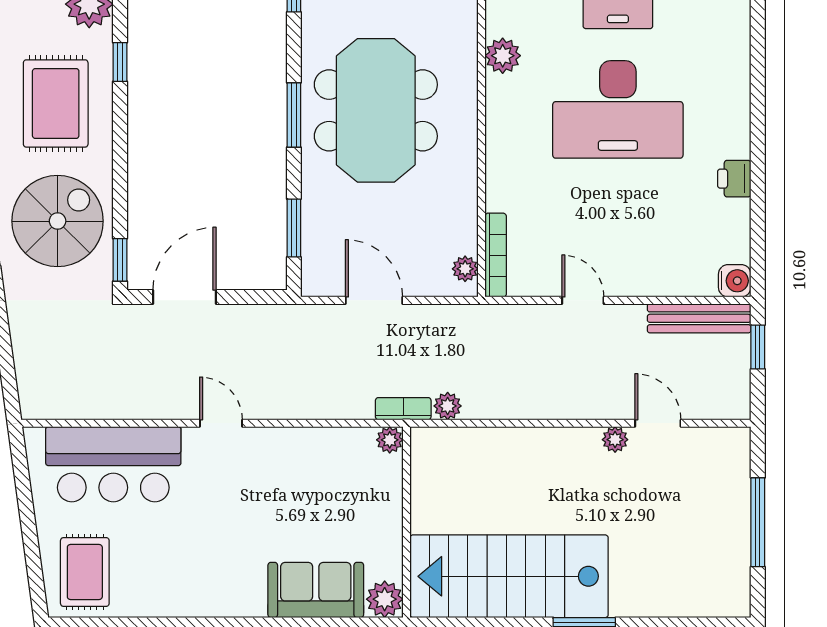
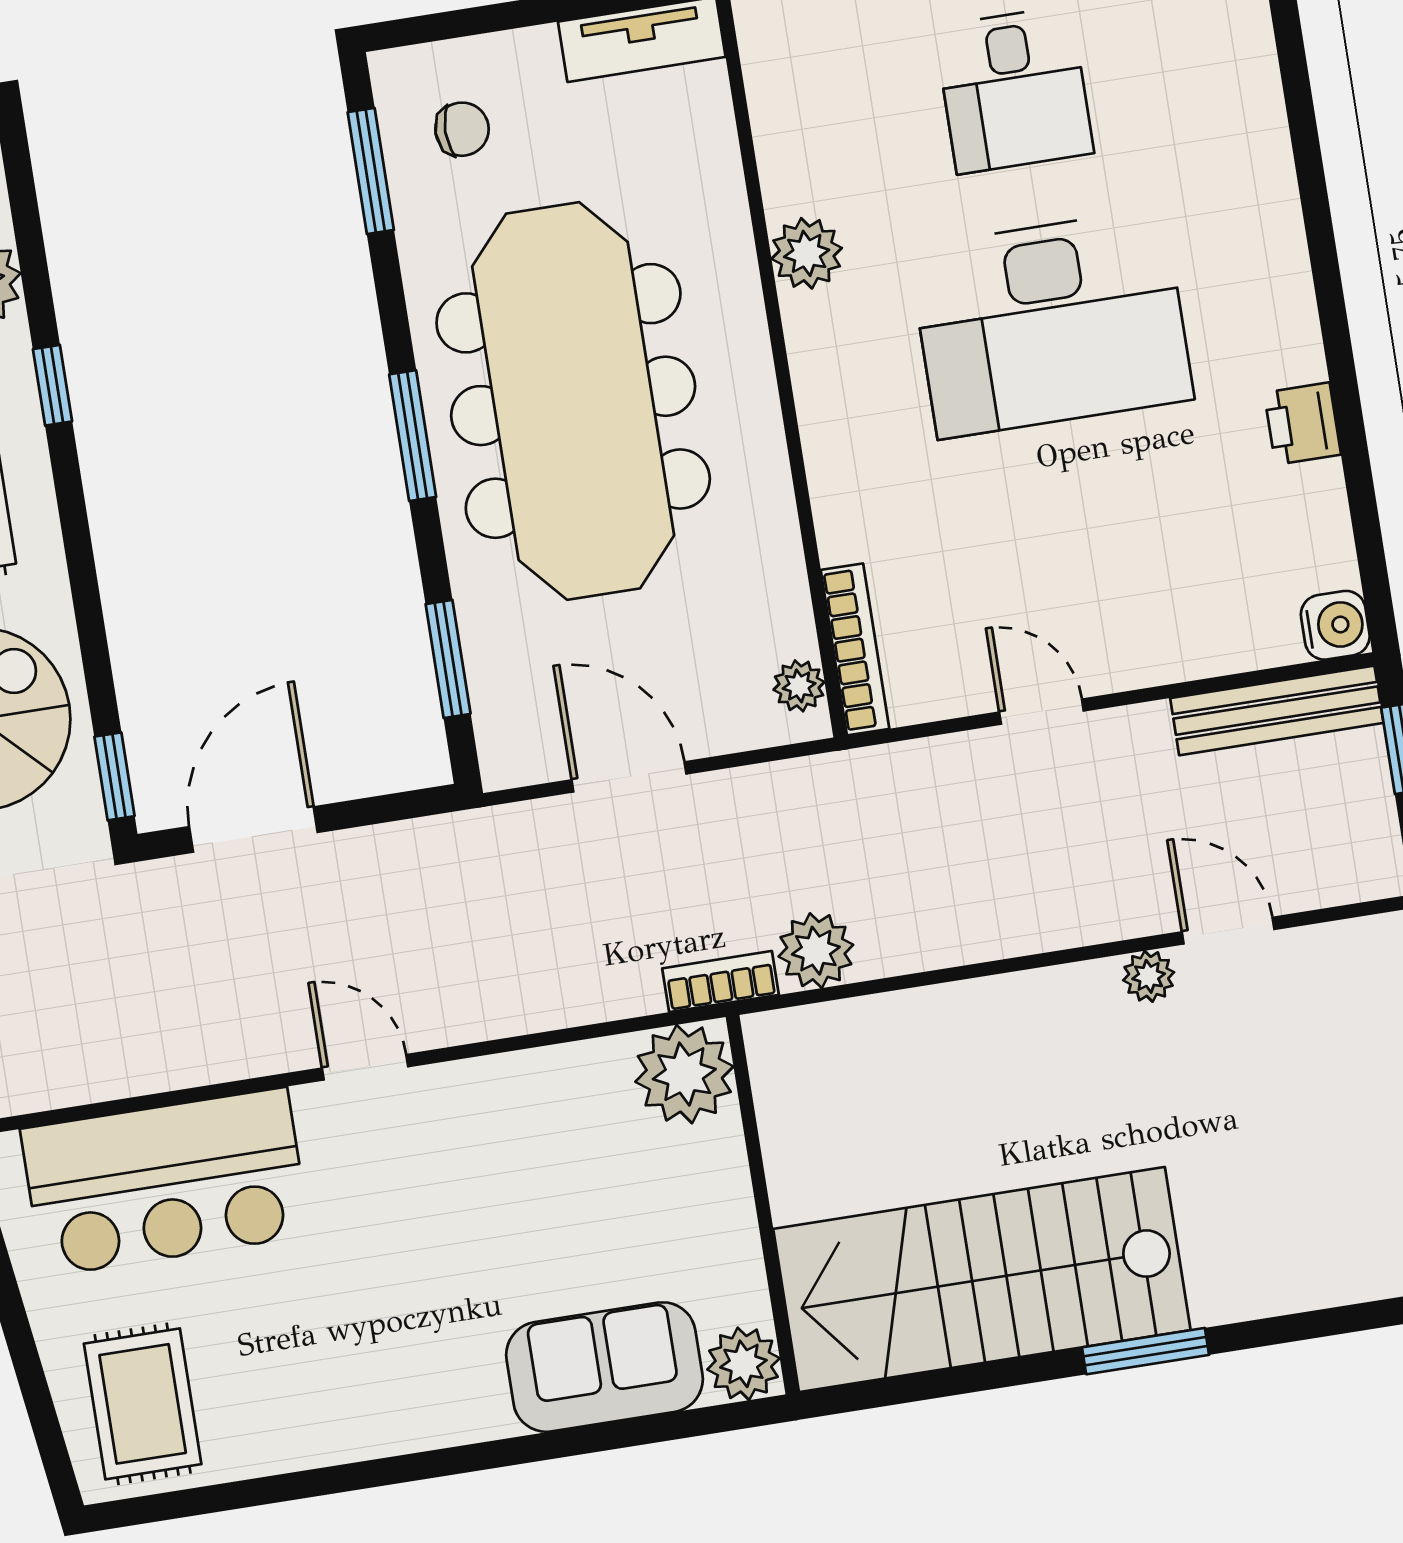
meeting table: (376, 110) -> (573, 401), width x1.36
plant: (448, 406) -> (816, 951), width x1.38, depth x1.38
plant: (390, 440) -> (684, 1074), width x1.88, depth x1.88

